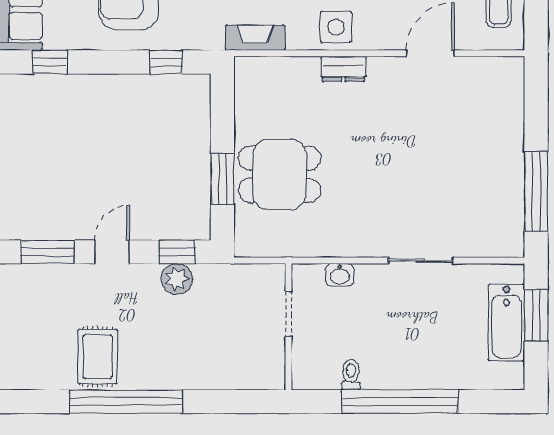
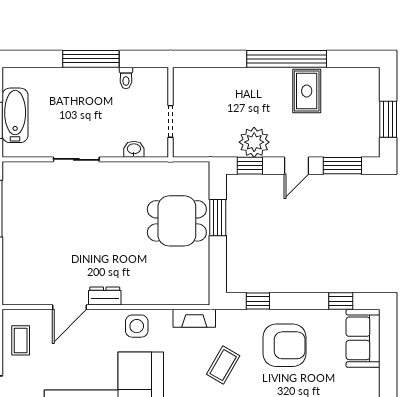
dresser: (343, 69) -> (105, 296), moved
plant: (177, 279) -> (254, 142), width x1.36, depth x1.36
window: (400, 402) -> (91, 59), width x0.68

